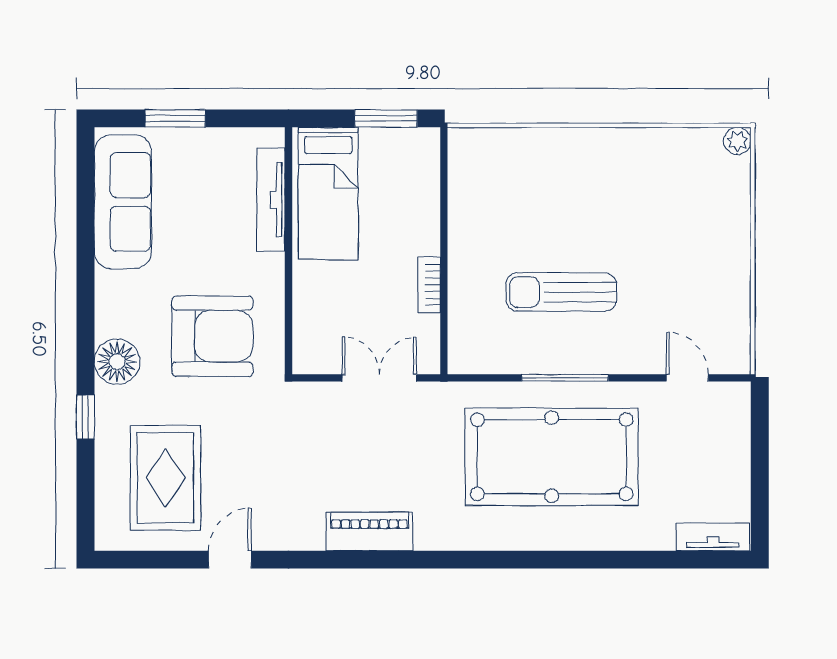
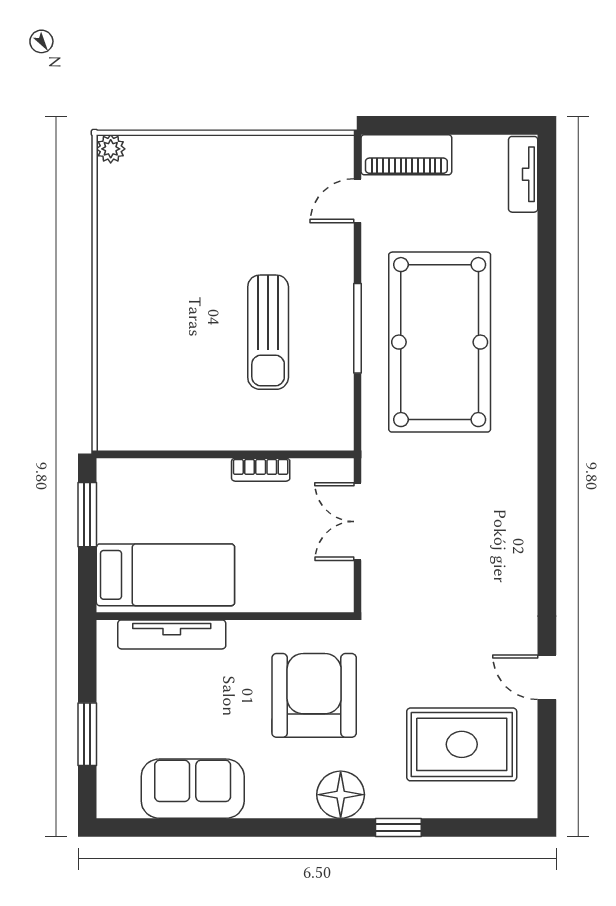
sofa: (123, 202) -> (193, 789), width x0.73
piano: (369, 531) -> (406, 155), moved, turned -90

